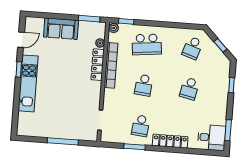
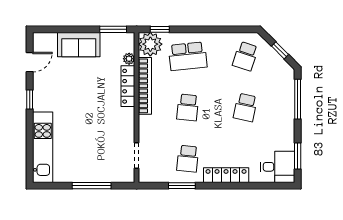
plant: (114, 28) -> (150, 44), width x1.88, depth x1.88
kitchen unit: (28, 83) -> (43, 147), moved
window: (231, 85) -> (298, 99), width x2.17

